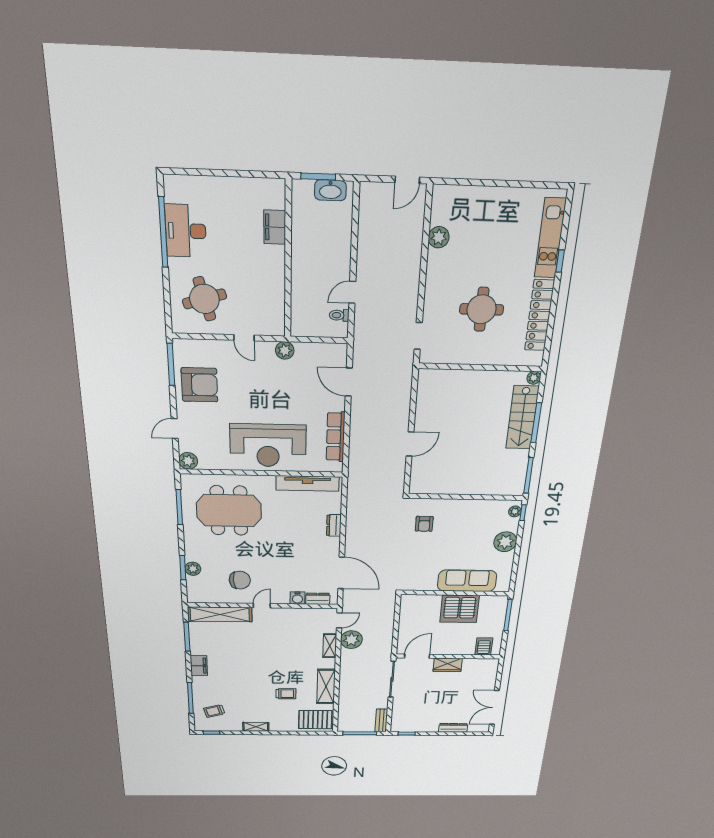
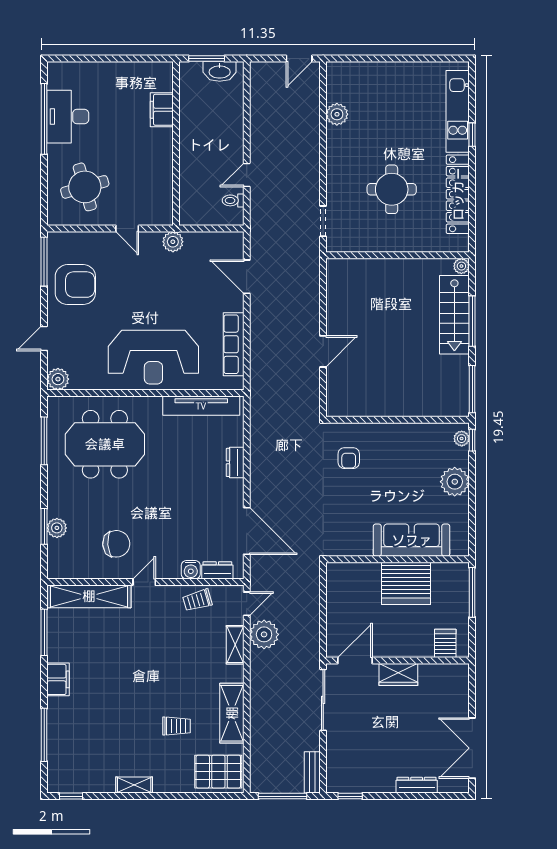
trolley: (214, 711) -> (197, 600), moved

